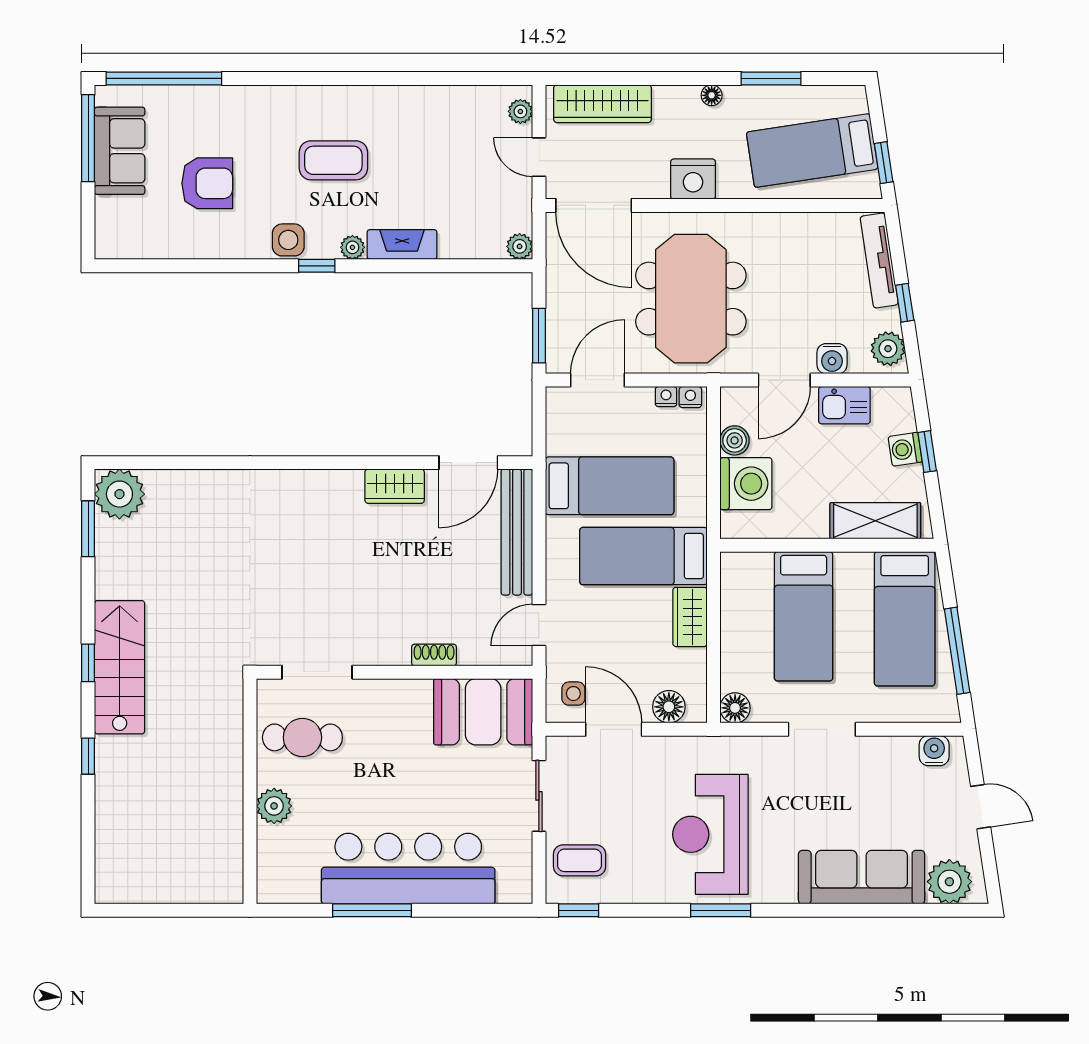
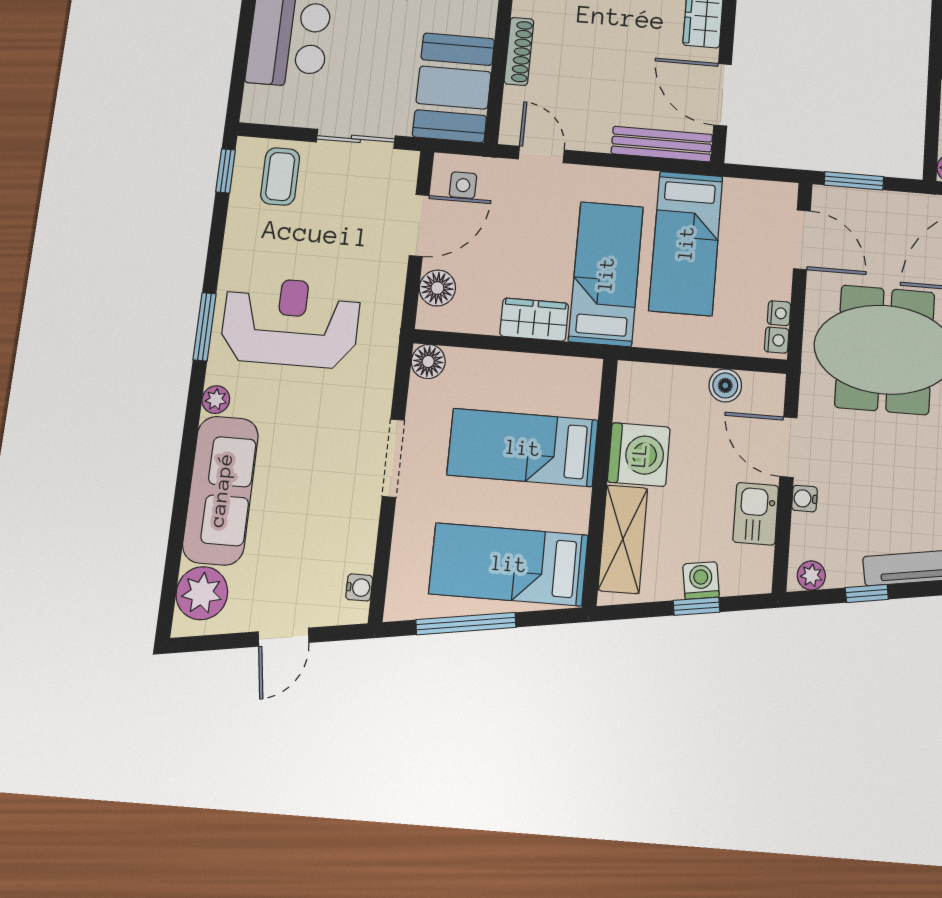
plant: (888, 349) -> (811, 575), width x0.73, depth x0.73
water cooler: (832, 359) -> (805, 499), width x0.72, depth x0.72
washing machine: (746, 484) -> (639, 455), moved, turned -90
bench: (517, 532) -> (662, 144), width x0.73, depth x0.82
shoe rack: (434, 655) -> (519, 51), width x1.43
water cooler: (934, 751) -> (359, 587), width x0.72, depth x0.72
plant: (784, 892) -> (216, 400), added

